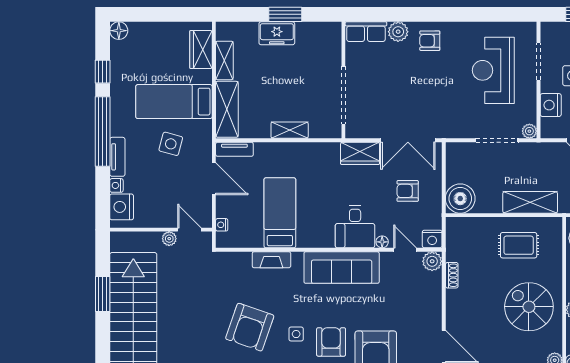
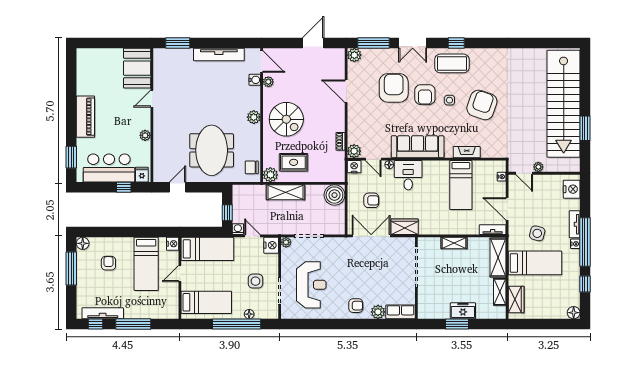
nightstand: (551, 105) -> (271, 245), moved
nightstand: (116, 185) -> (575, 244), moved
plant: (552, 227) -> (270, 175), added

